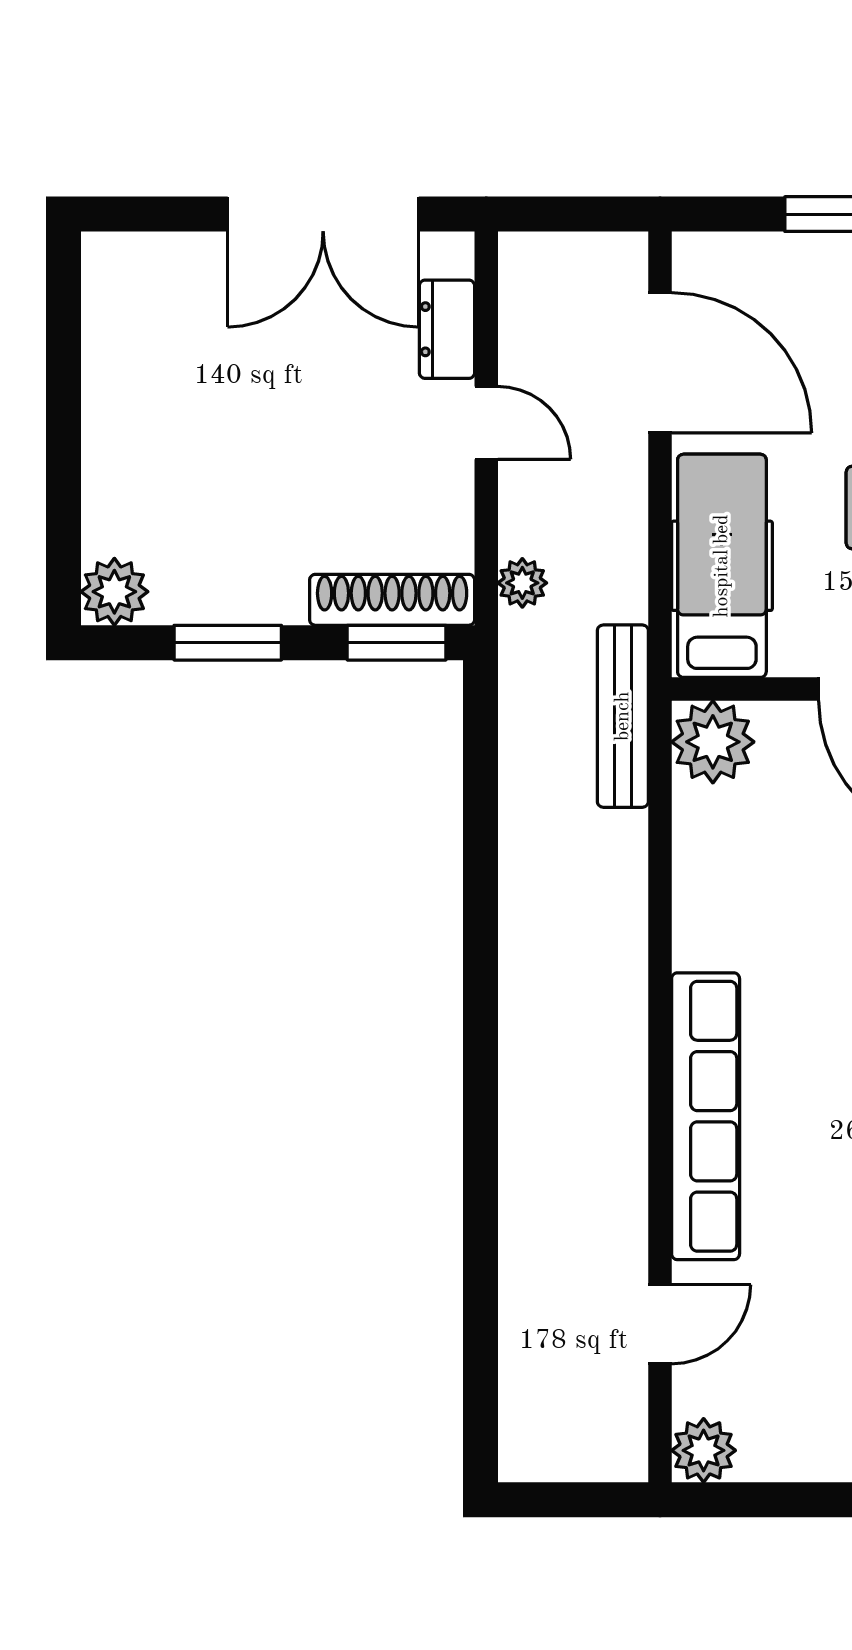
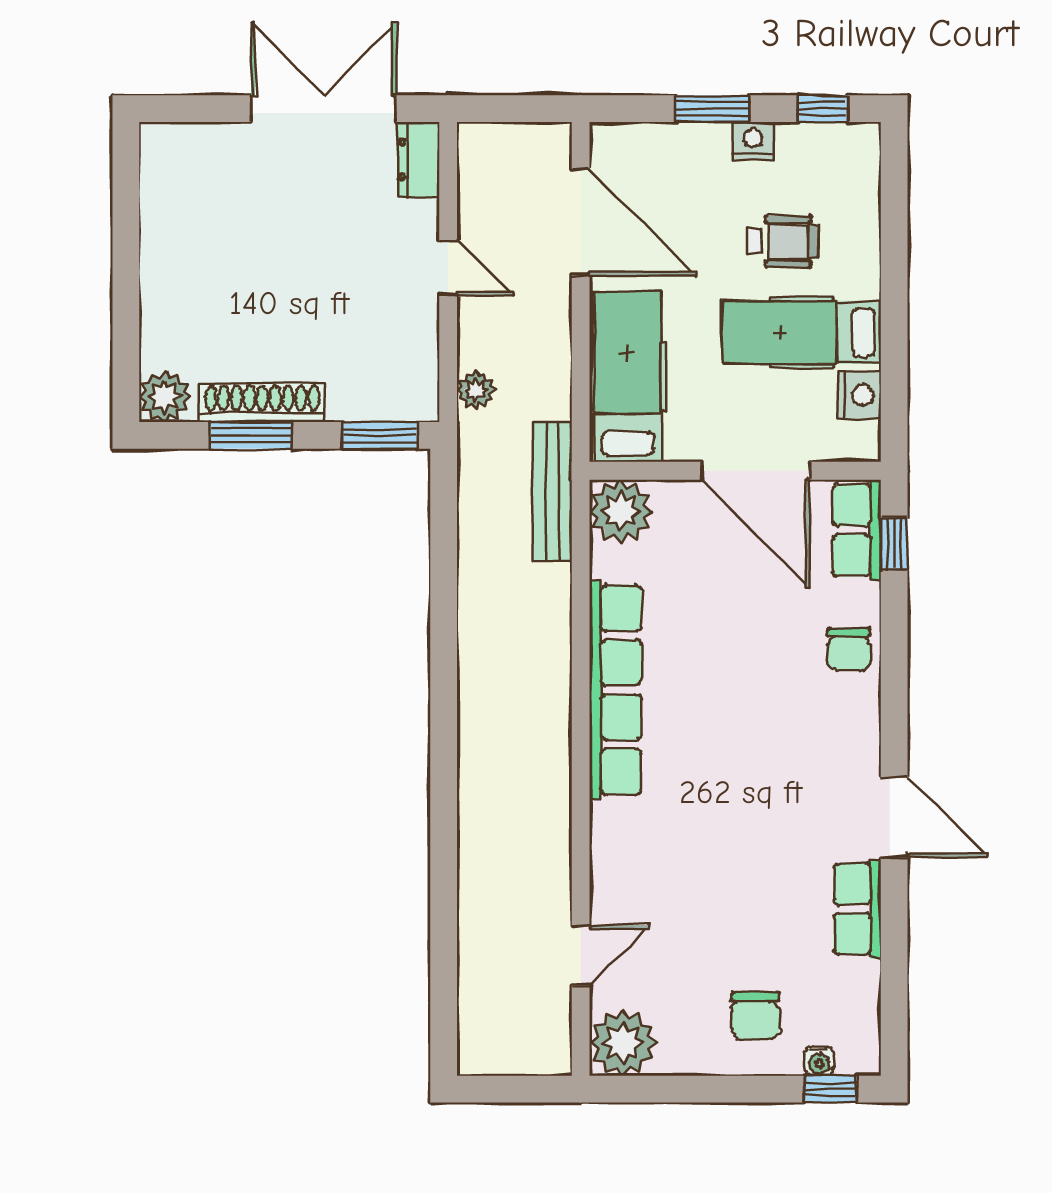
double door: (323, 214) -> (324, 109), swing flipped
dresser: (447, 329) -> (418, 159), moved
shoe rack: (392, 600) -> (262, 403), moved
row of seats: (706, 1116) -> (615, 690), moved
plant: (704, 1450) -> (623, 1043), width x1.36, depth x1.36

